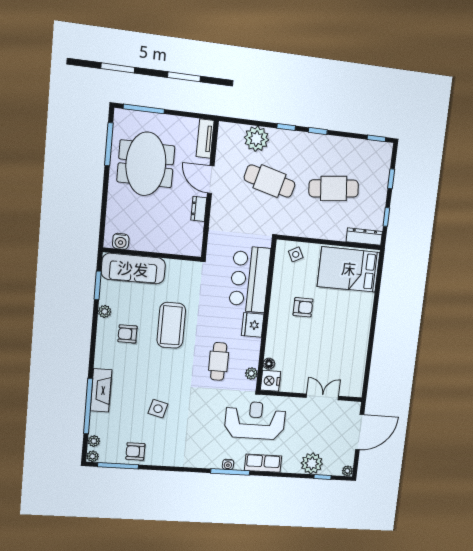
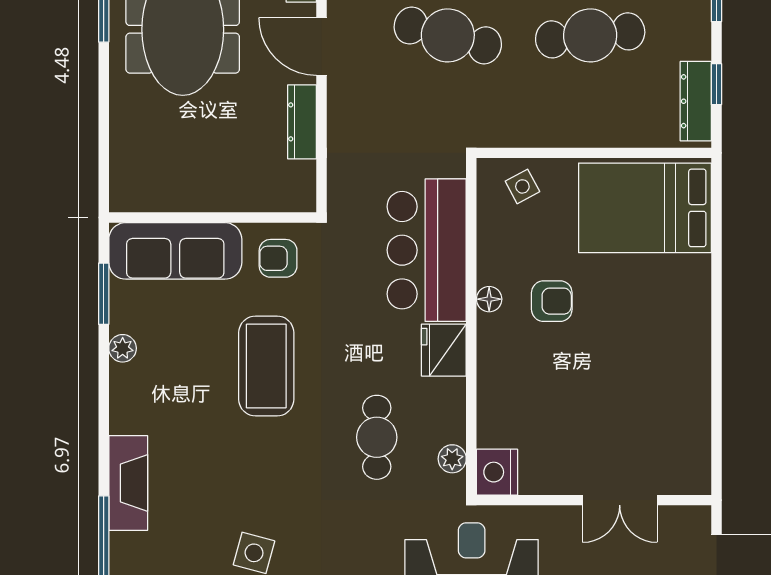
dresser: (199, 209) -> (302, 122), width x1.44
dresser: (364, 237) -> (696, 101), moved, turned -90
water cooler: (121, 241) -> (144, 196), removed
armchair: (128, 334) -> (278, 258), moved
floor lamp: (269, 364) -> (489, 299), moved
fireplace: (101, 390) -> (128, 483), moved
double door: (323, 397) -> (620, 500), swing flipped

